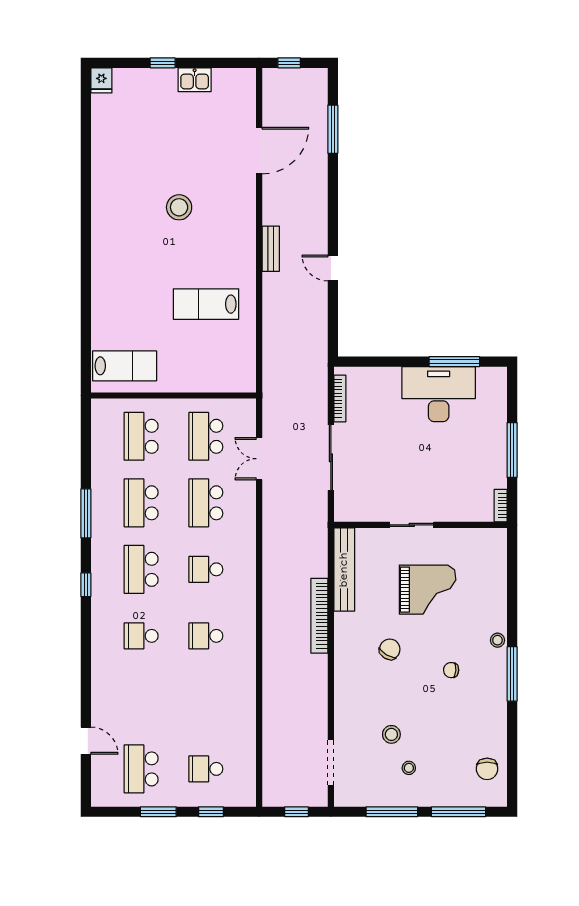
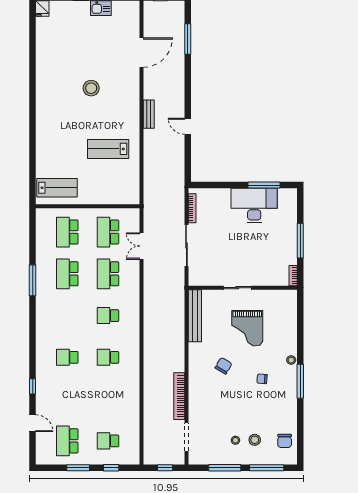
school desk: (141, 569) -> (67, 316), removed
window: (86, 585) -> (33, 386), moved
grand piano: (428, 590) -> (247, 328), turned 90
bookcase: (319, 616) -> (179, 396), moved
stool: (391, 734) -> (255, 440), moved

